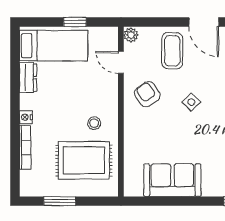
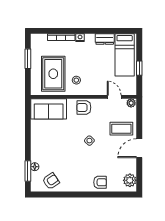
door: (121, 62) -> (114, 97), hinge flipped
armchair: (147, 94) -> (84, 107), moved, turned -145
sofa: (172, 180) -> (49, 109), moved, turned 90

